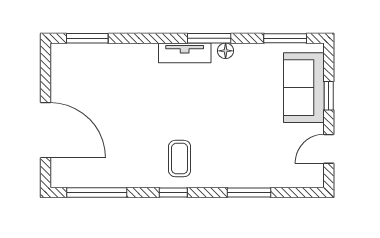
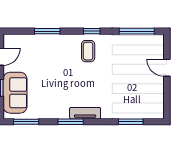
window: (87, 38) -> (131, 122), moved
floor lamp: (226, 51) -> (61, 114), removed
door: (45, 130) -> (167, 68), width x0.53

